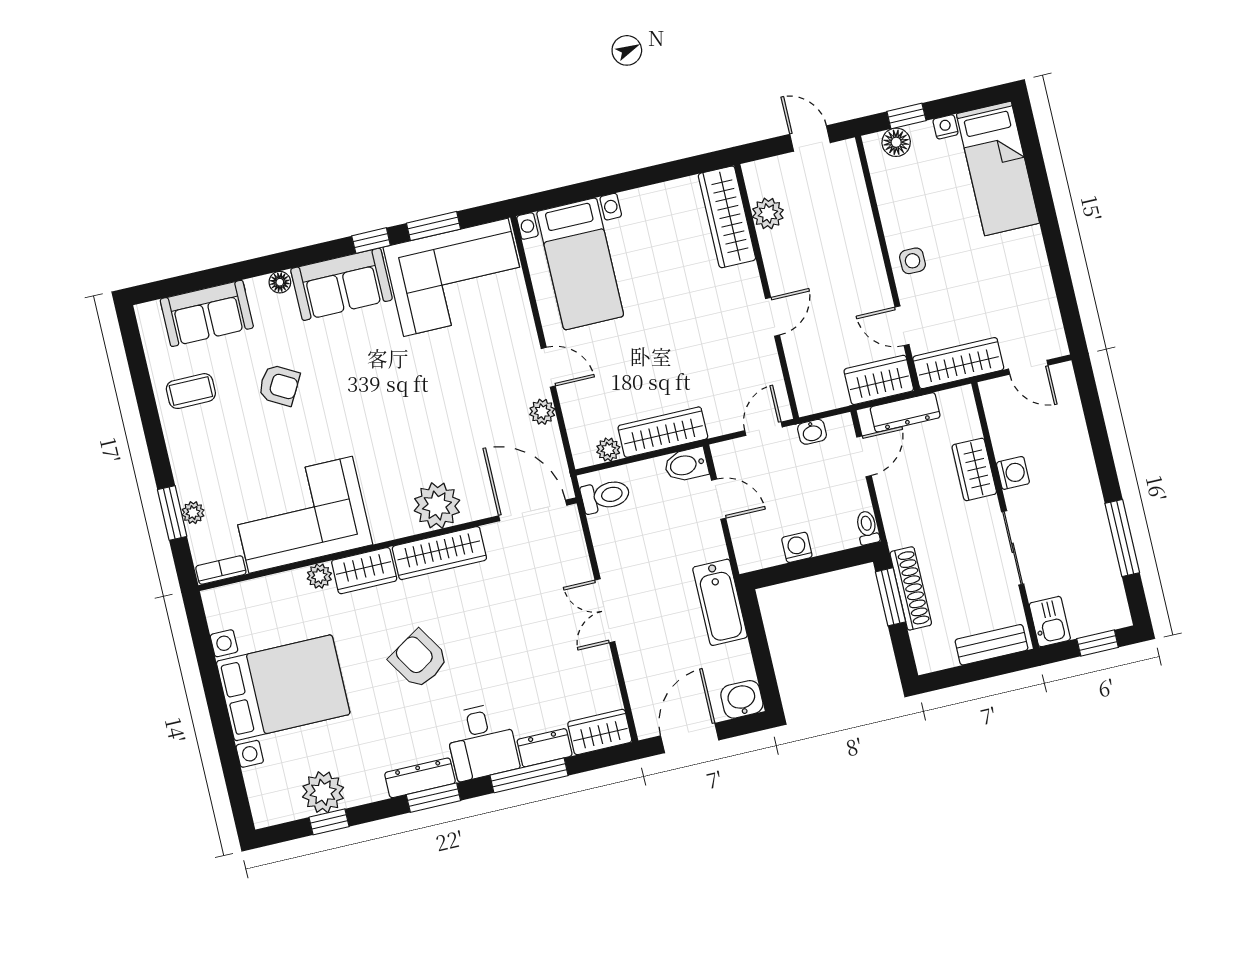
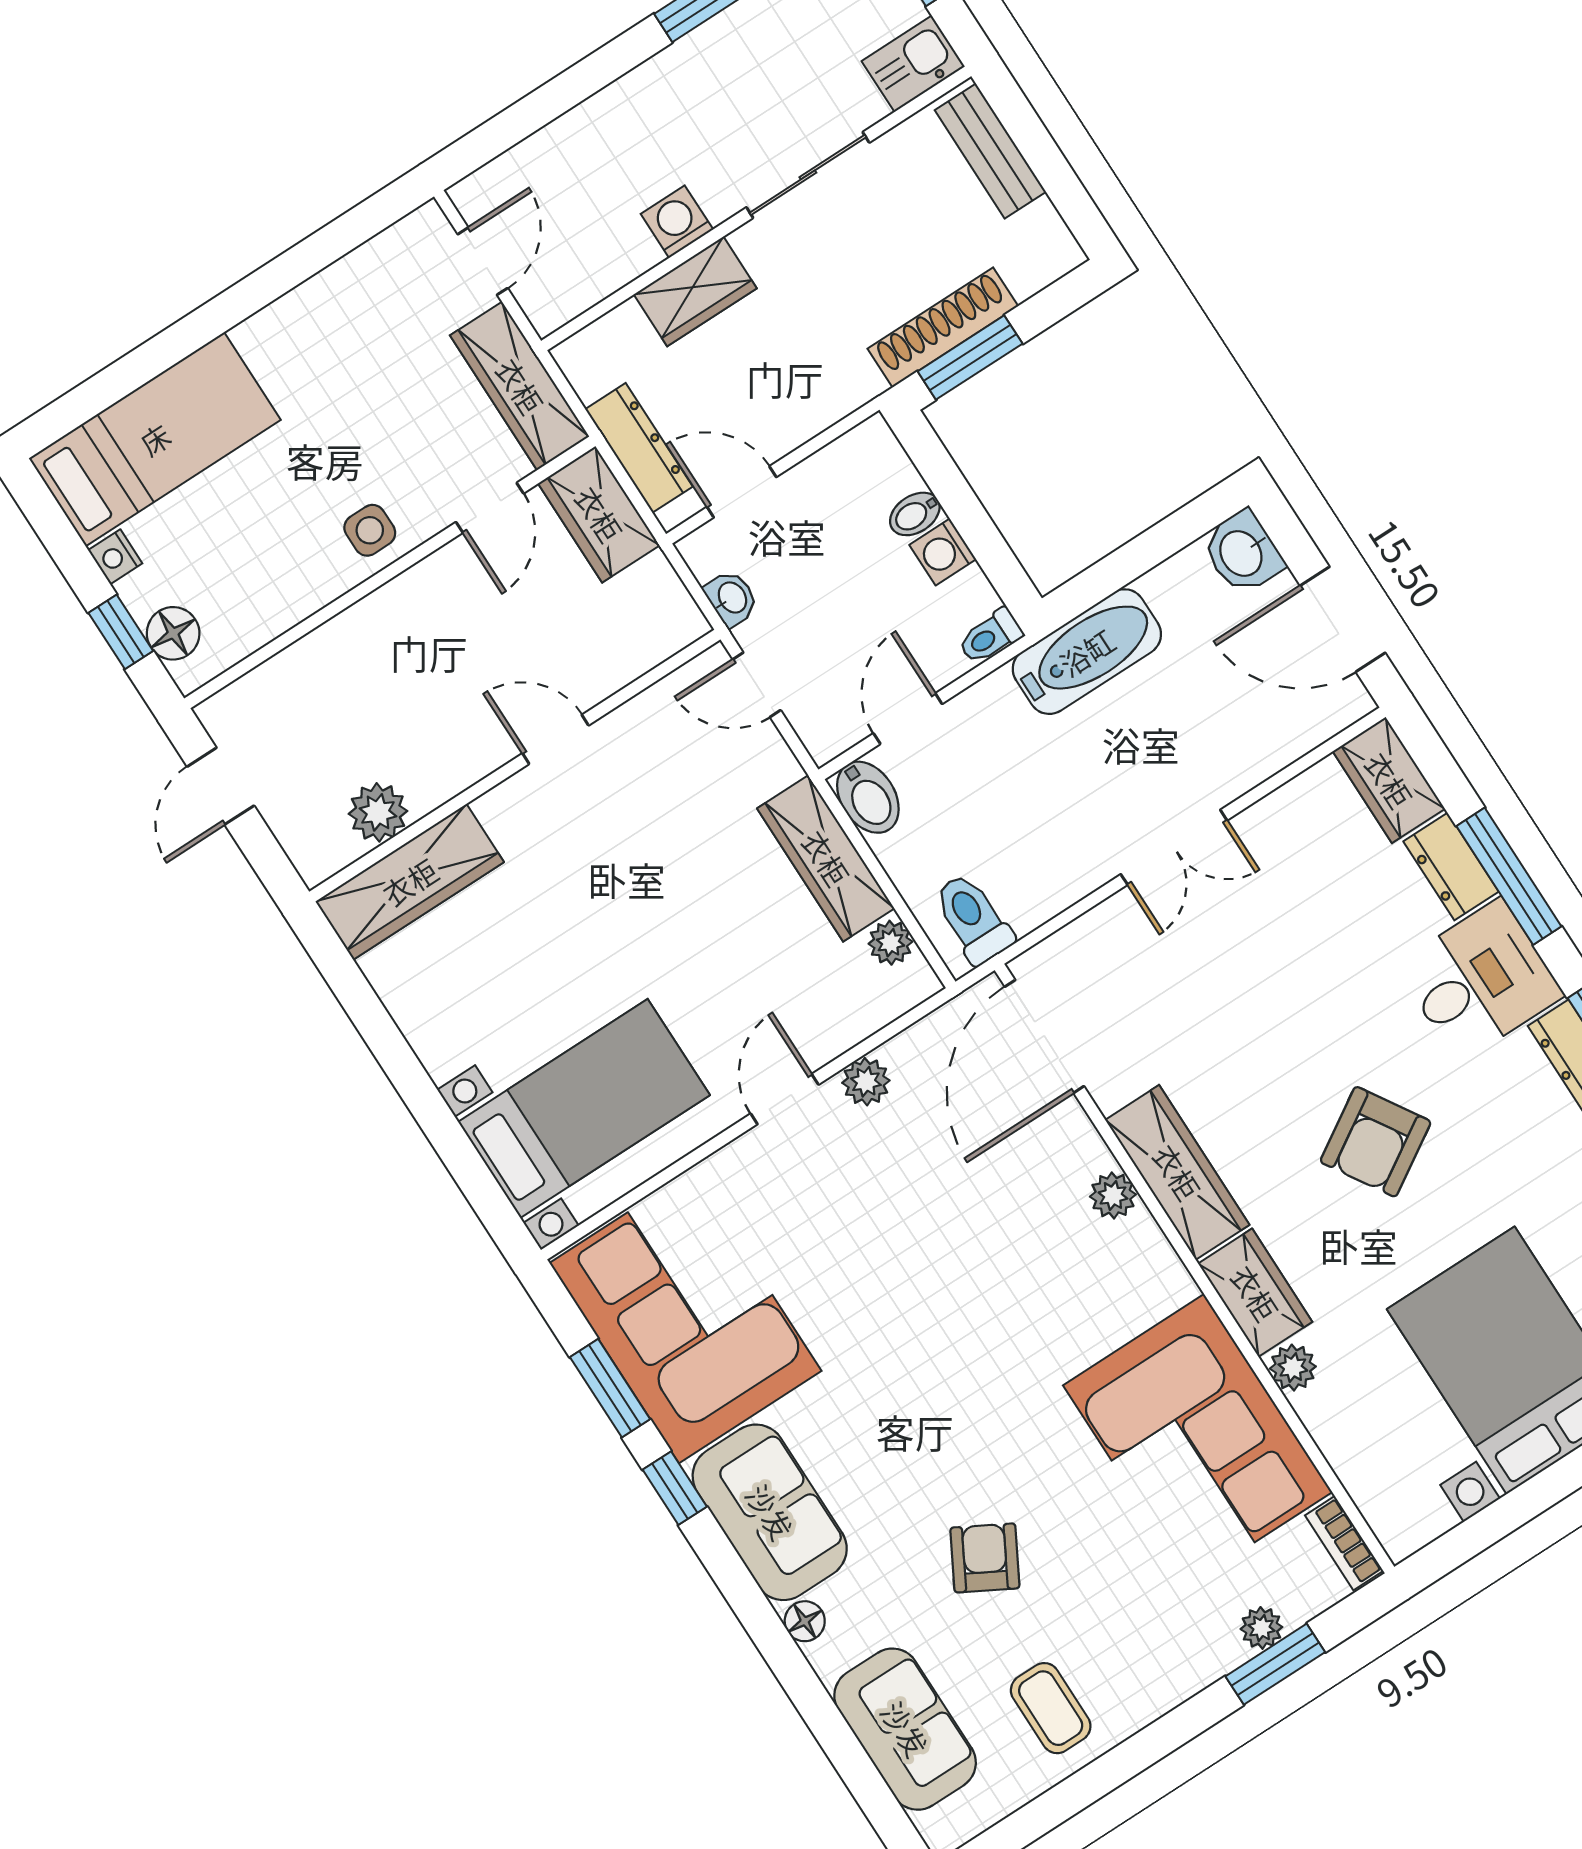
plant: (437, 506) -> (1113, 1195), width x0.53, depth x0.53
toilet: (867, 528) -> (990, 636), moved
bidet: (821, 540) -> (915, 514), added

